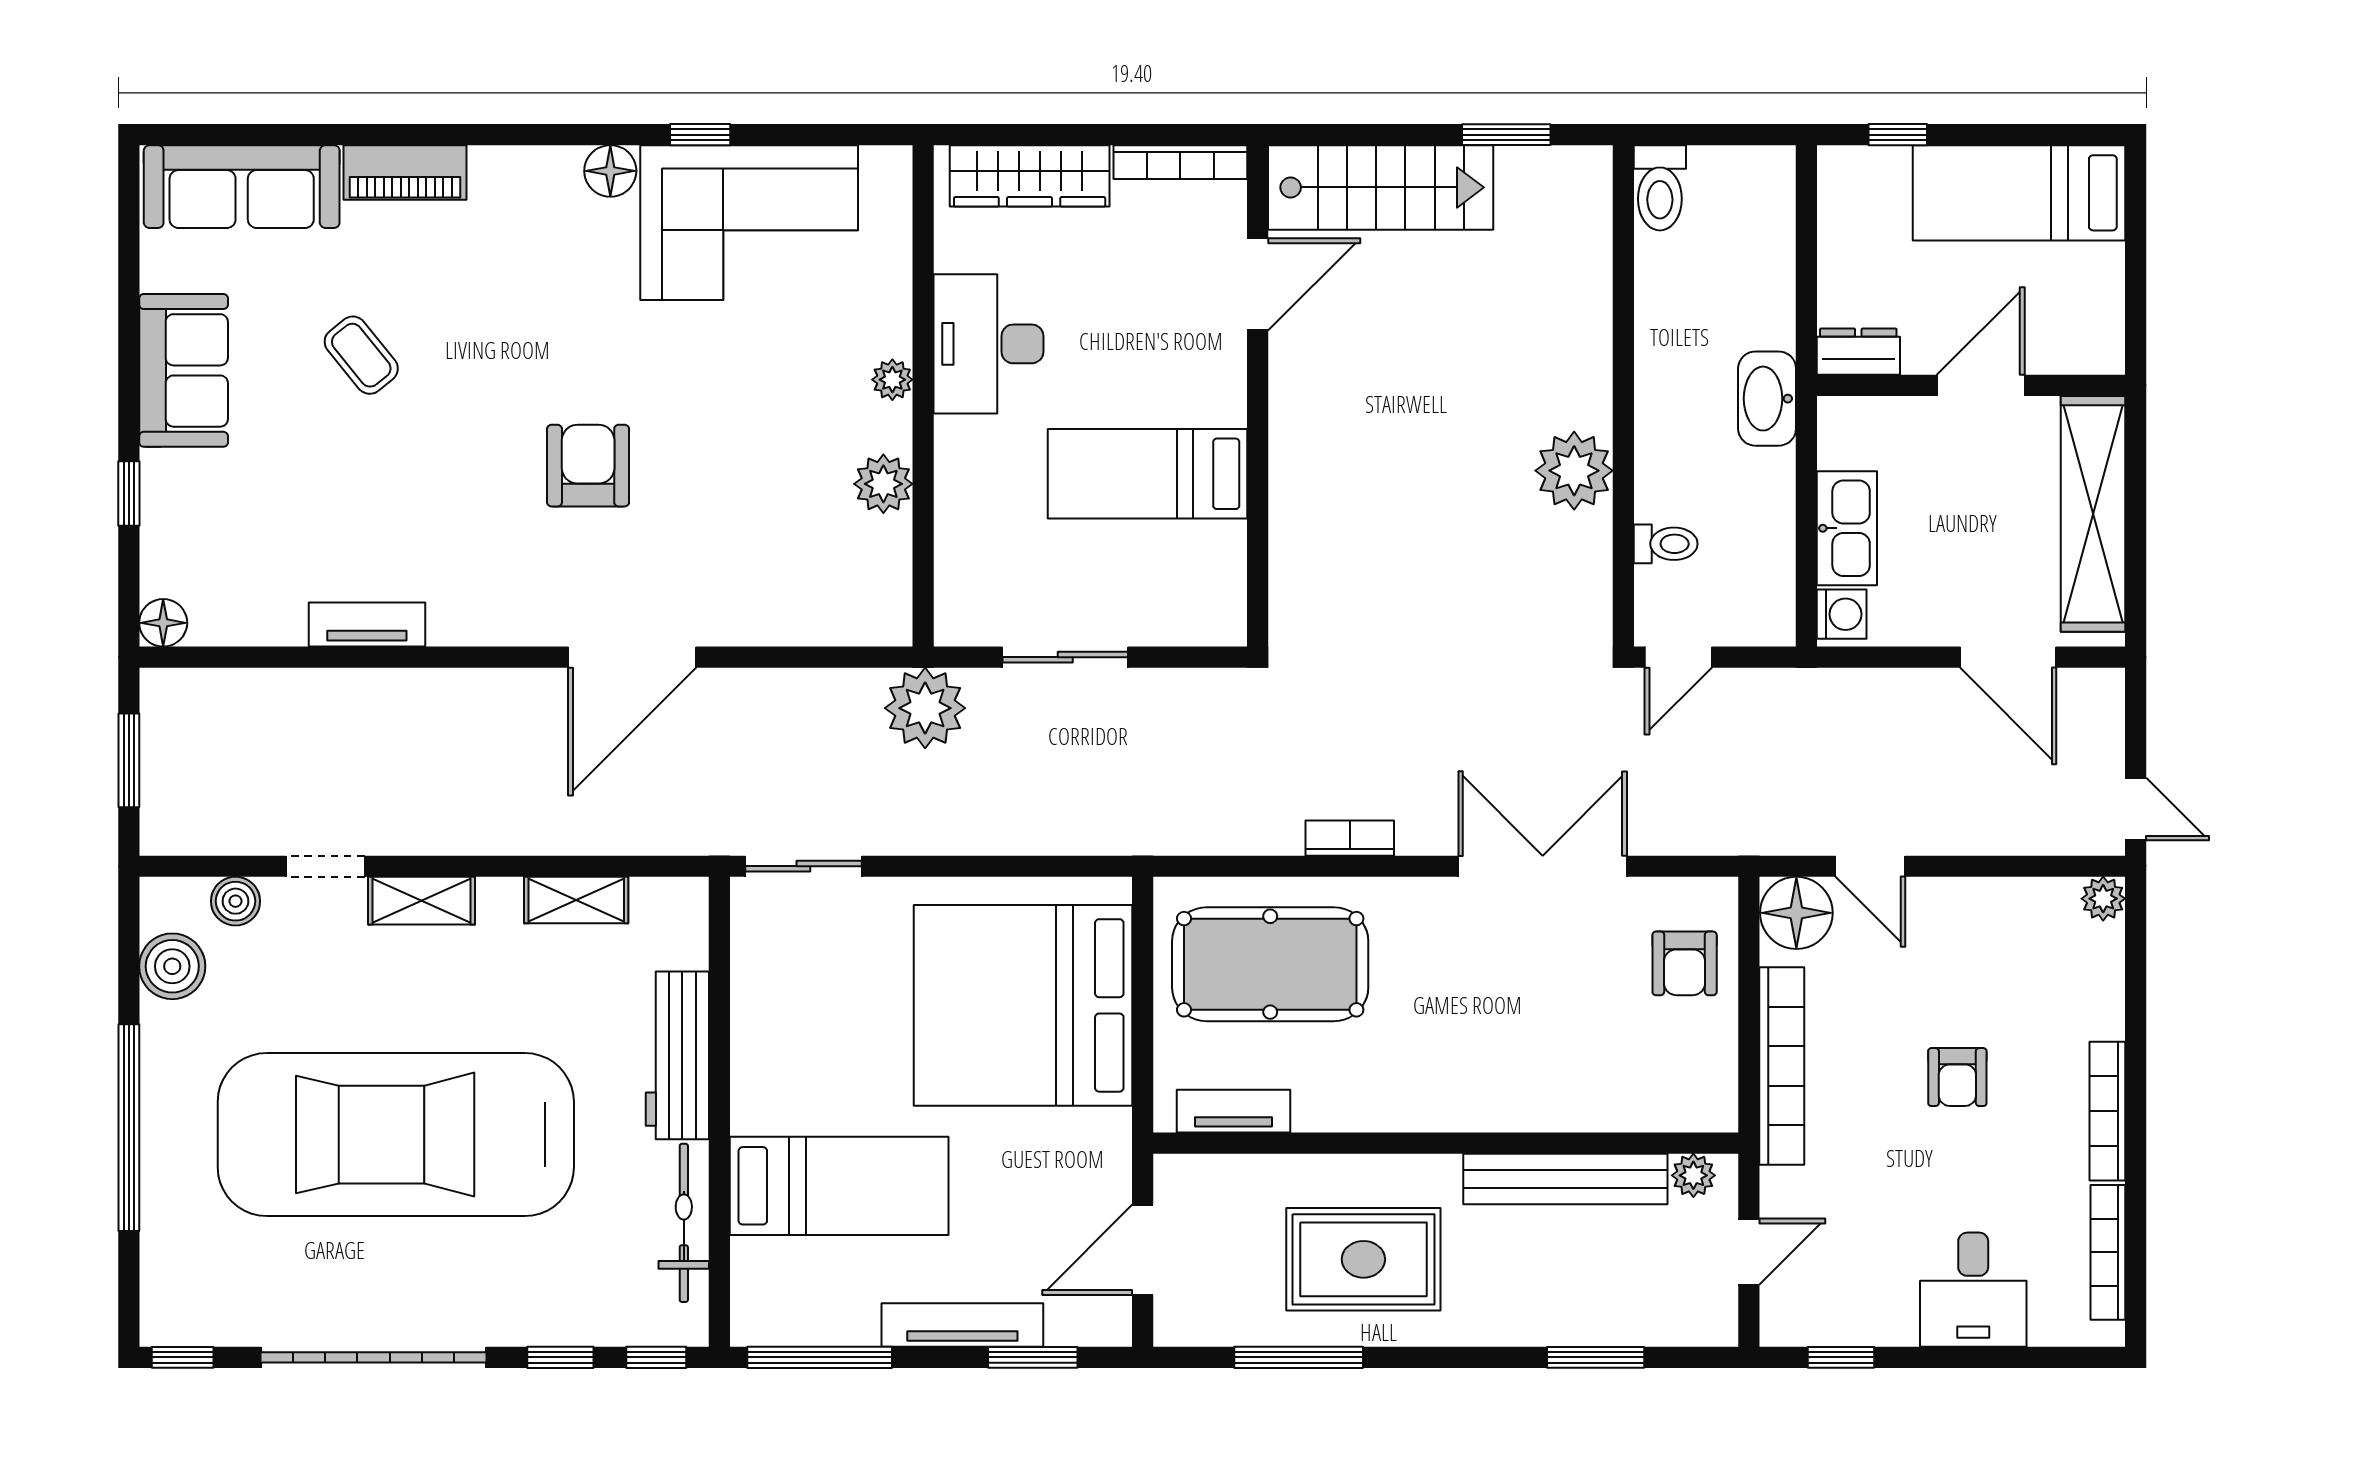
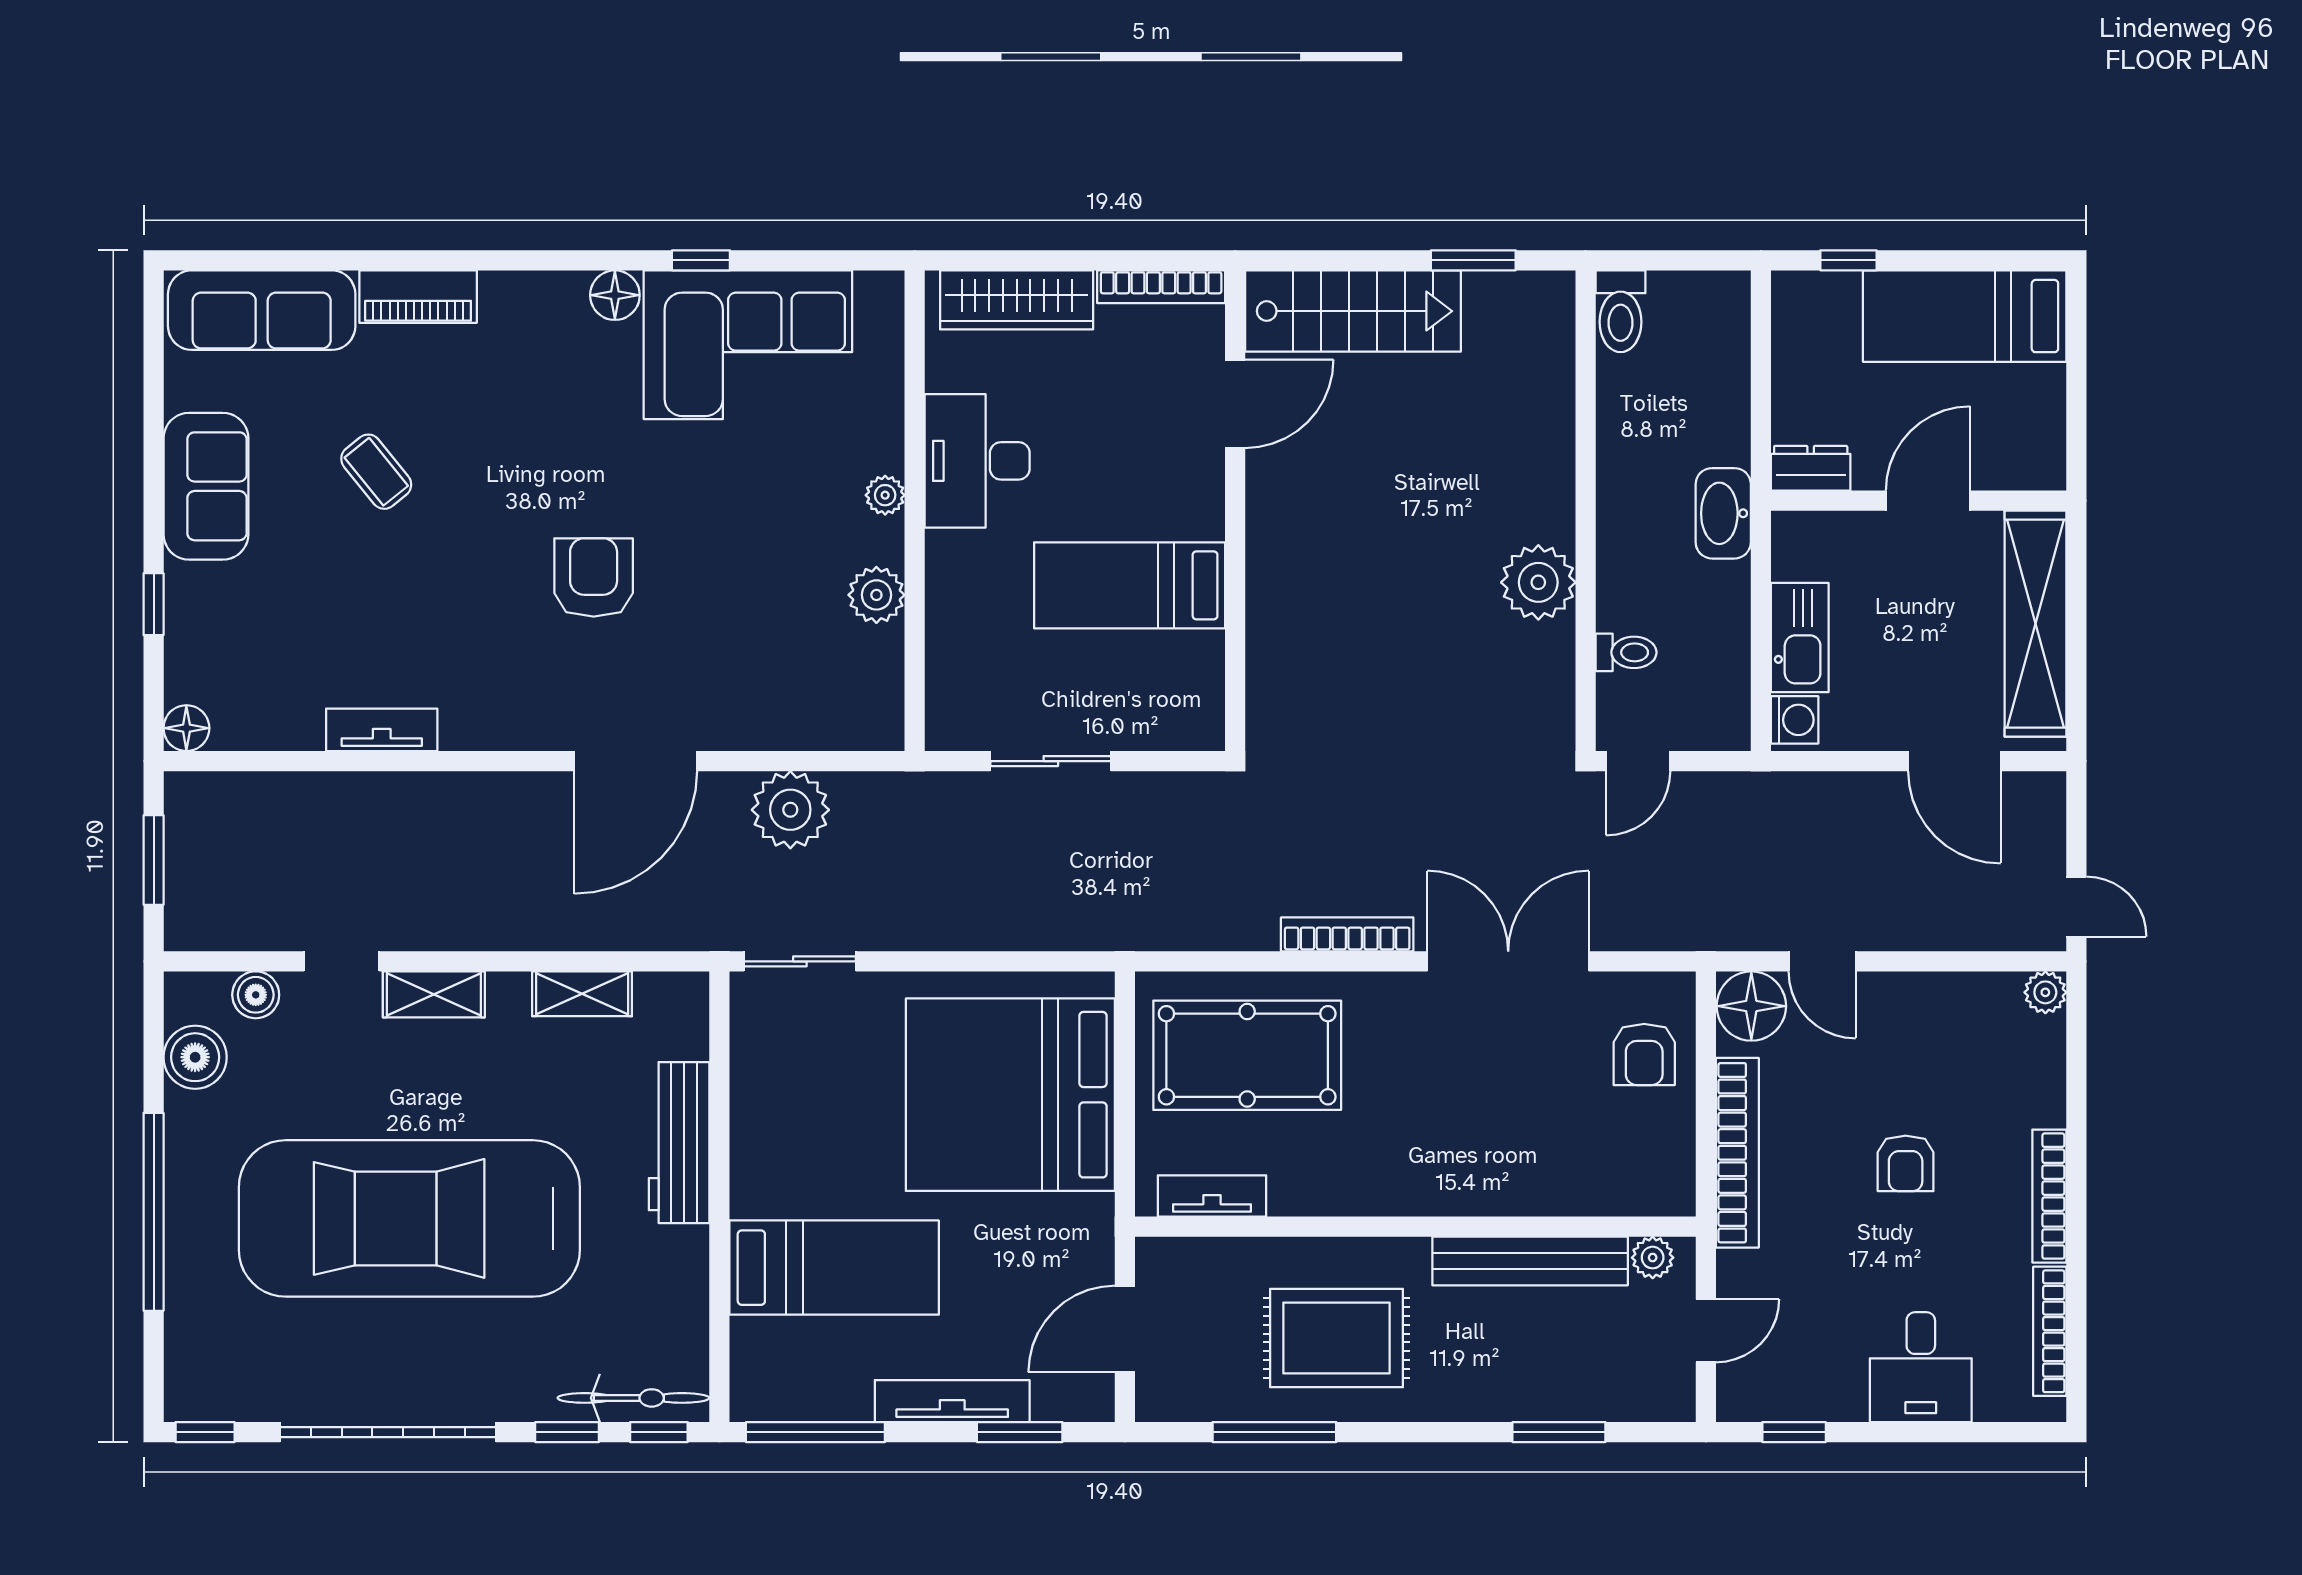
plant: (925, 708) -> (790, 810), moved
bookcase: (1350, 838) -> (1347, 934), width x1.56
bicycle: (684, 1223) -> (633, 1398), moved, turned 90

